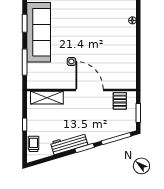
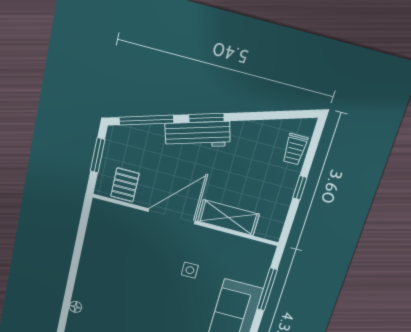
door: (90, 90) -> (172, 216), swing flipped
shelving: (47, 98) -> (228, 218), moved
workbench: (69, 143) -> (198, 135), moved

